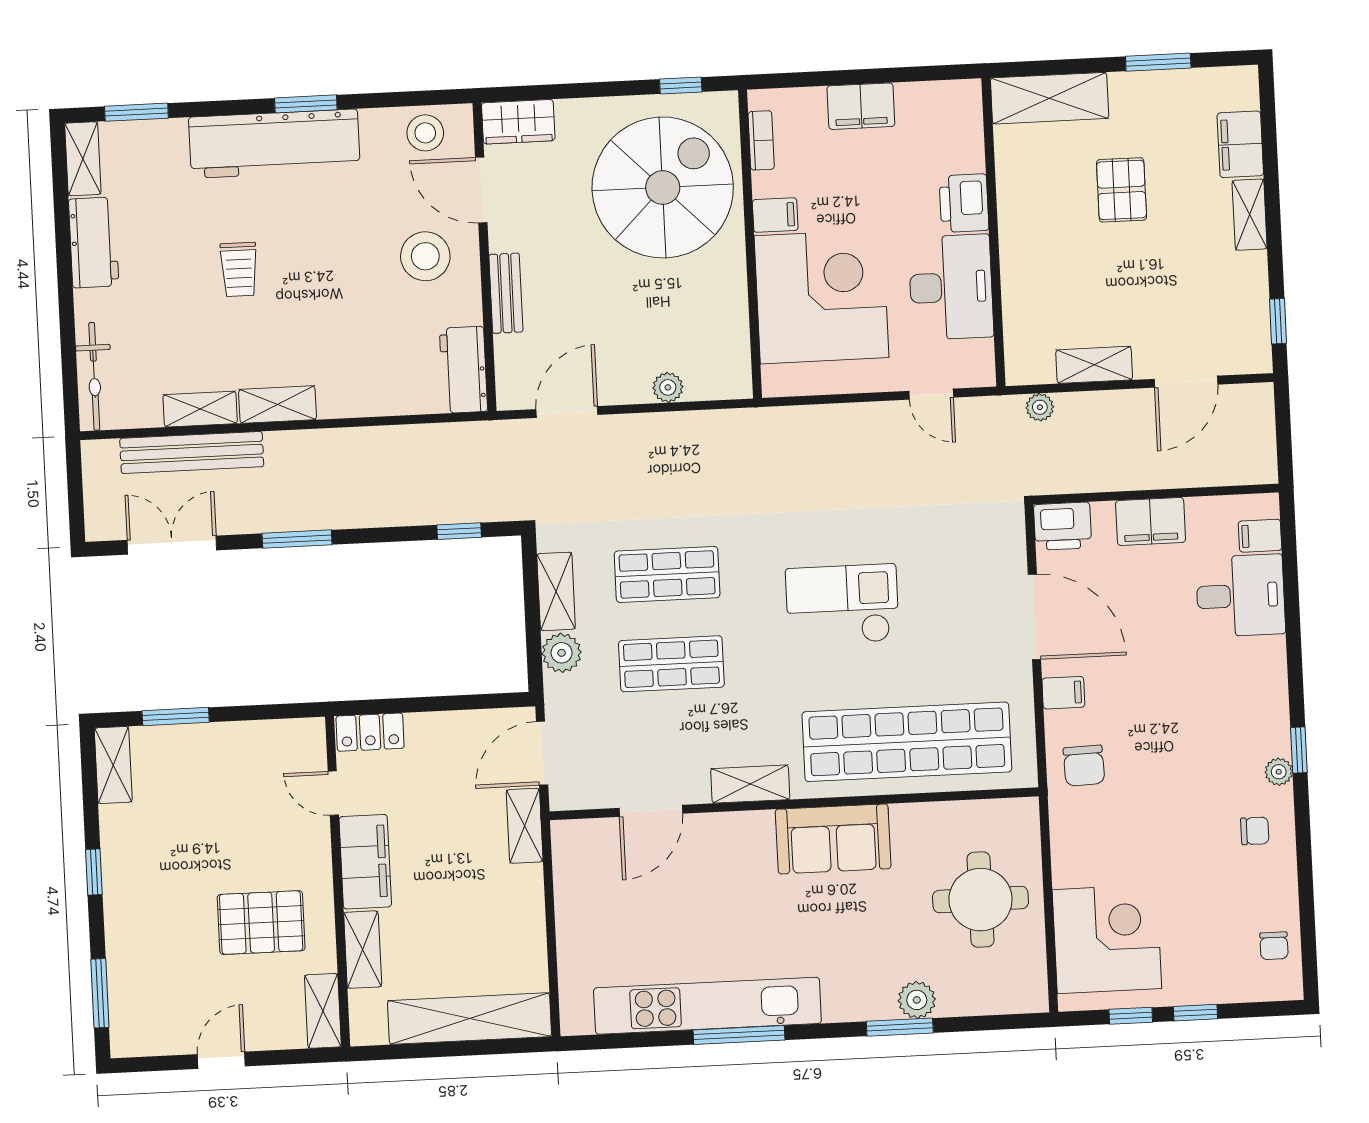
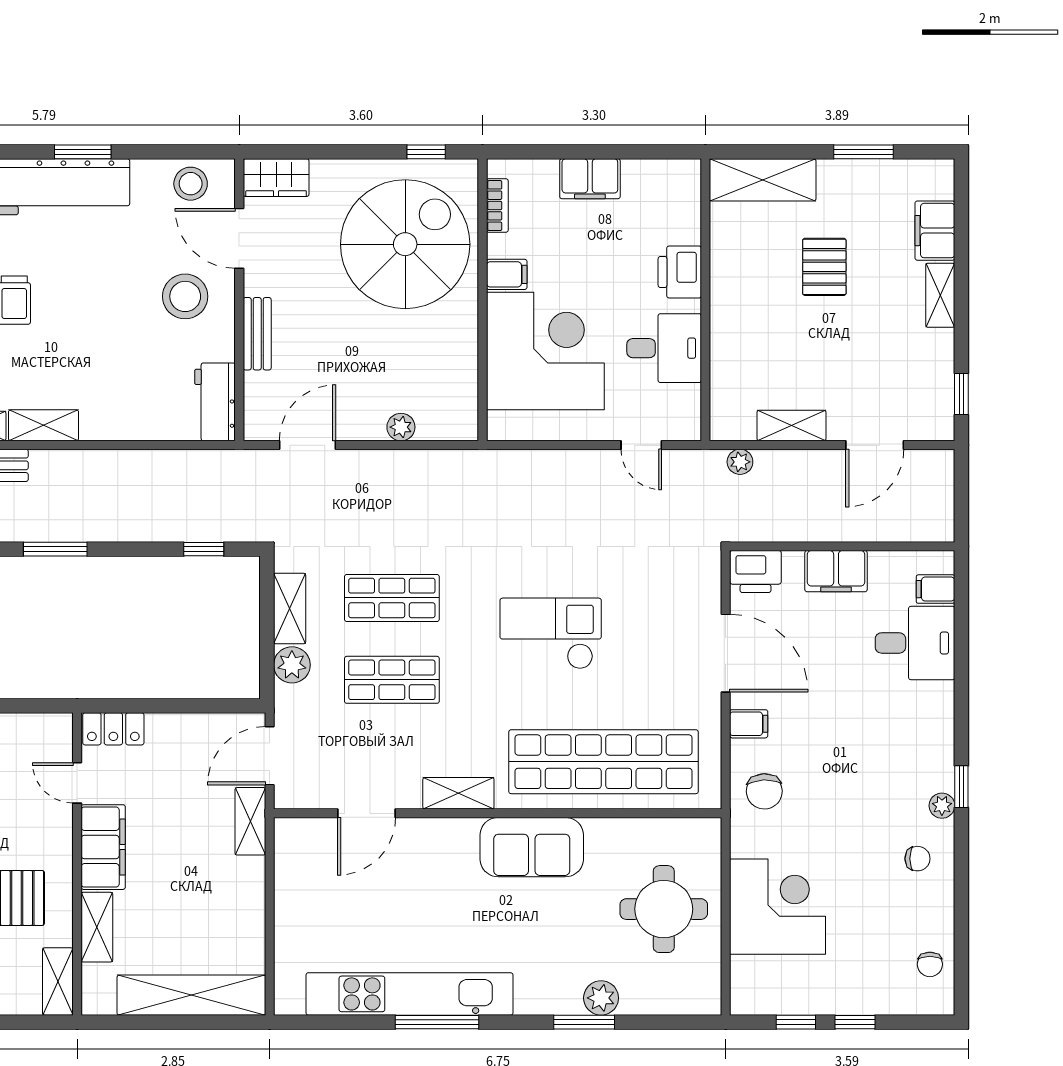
desk: (951, 287) -> (664, 348), width x0.73
corner desk: (1107, 939) -> (778, 907), moved

